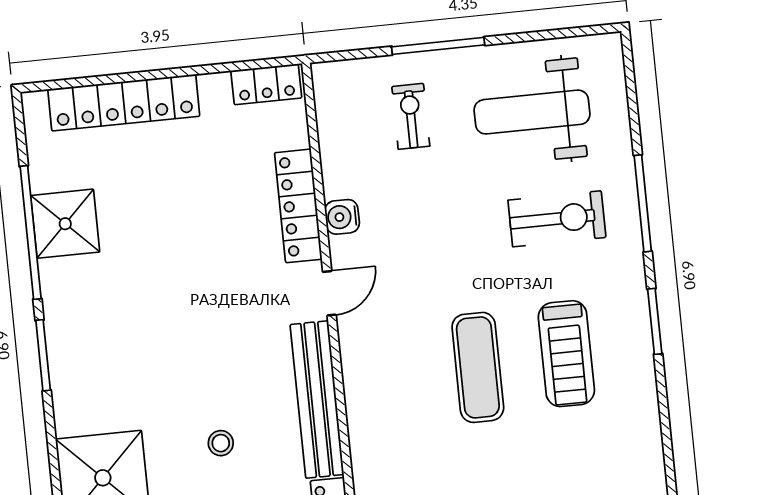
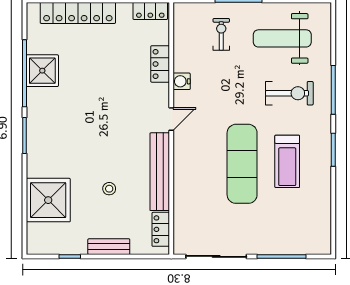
locker: (298, 206) -> (160, 64), width x0.66
exercise mat: (478, 367) -> (242, 164), width x1.36, depth x1.45

